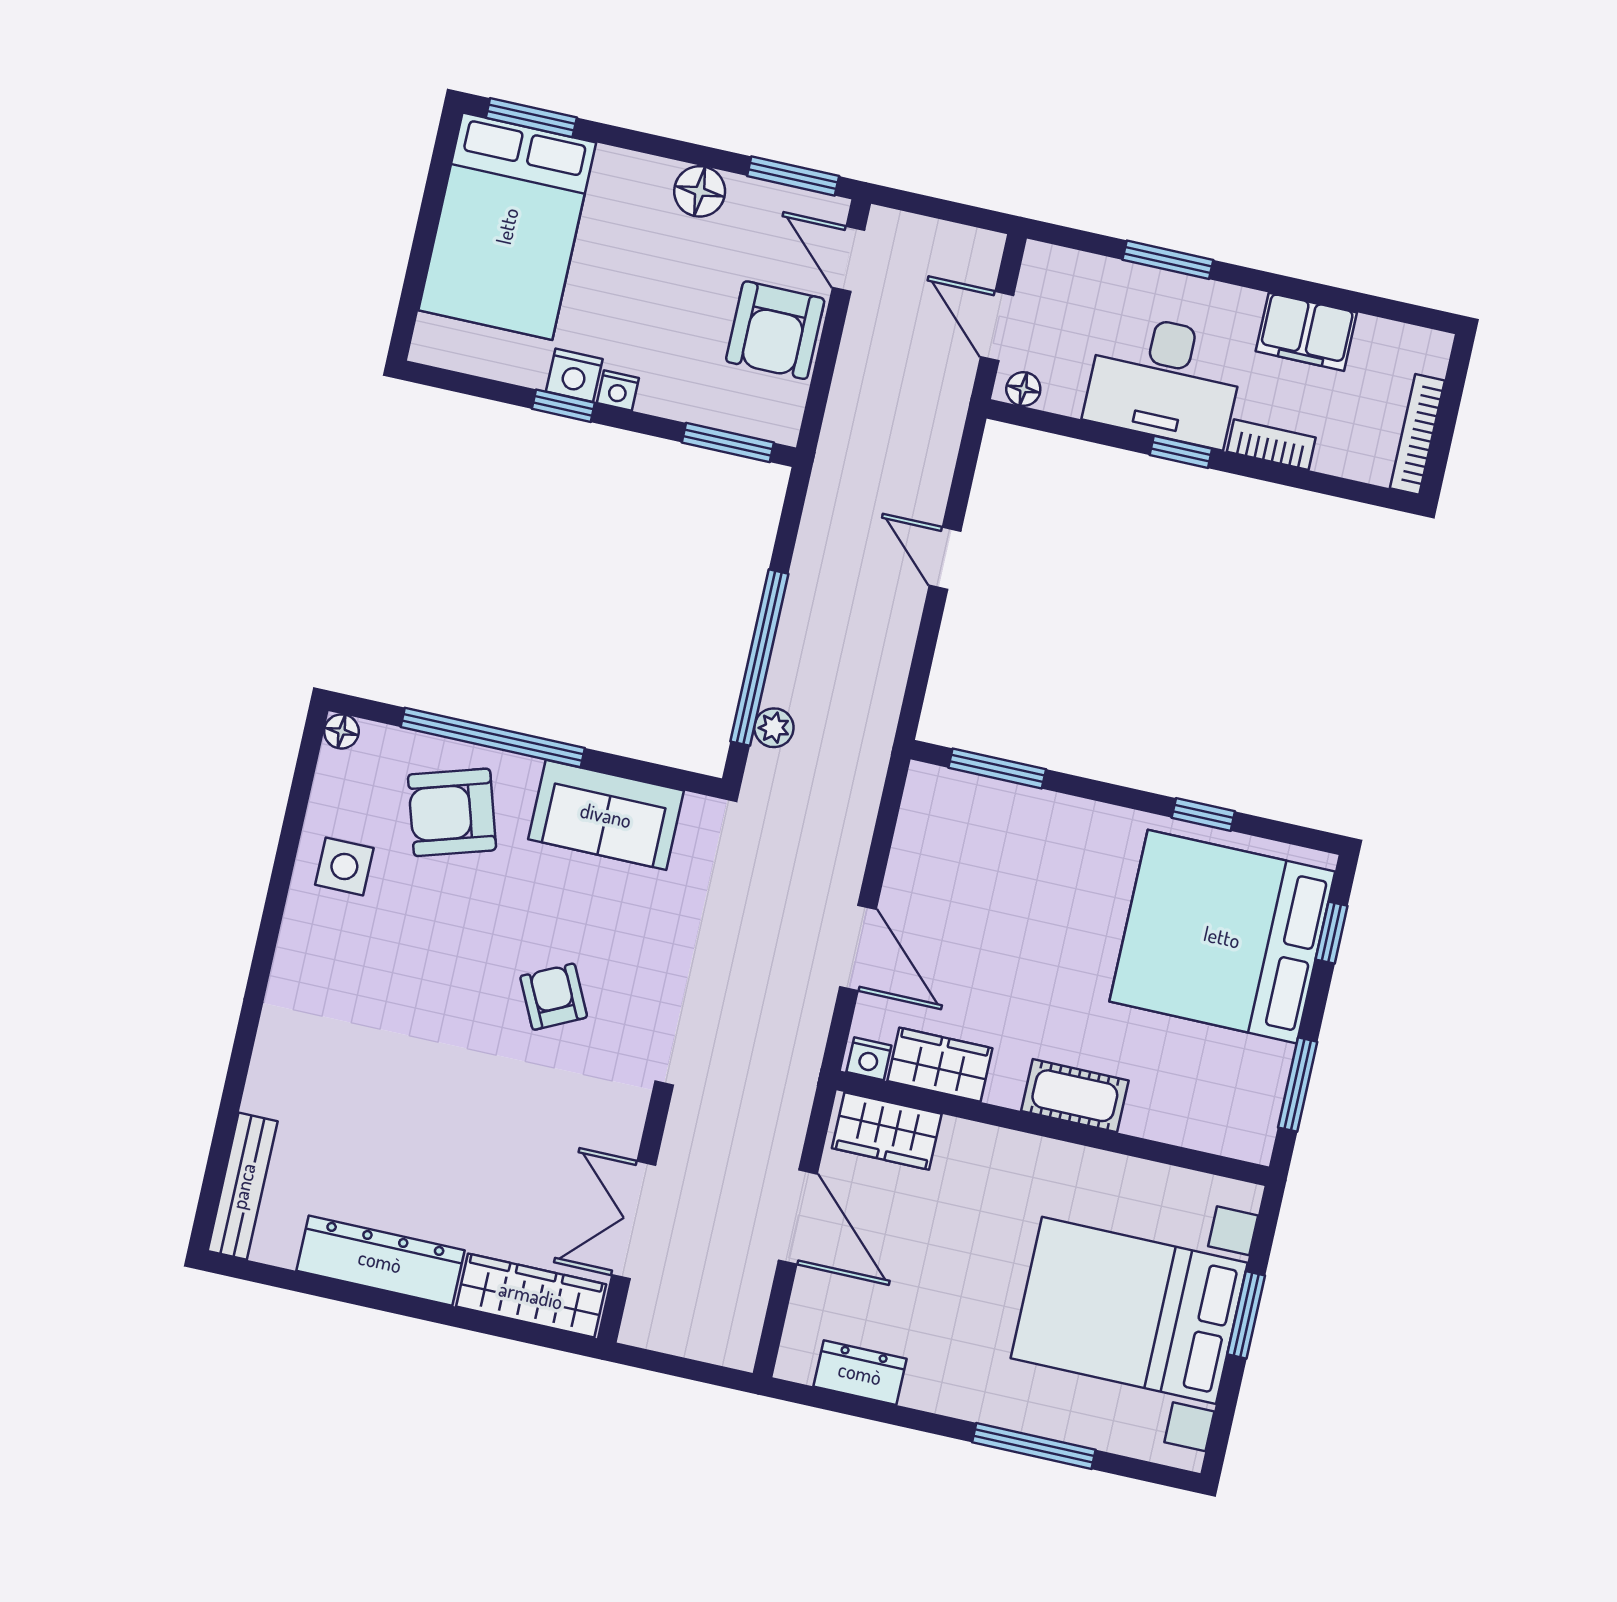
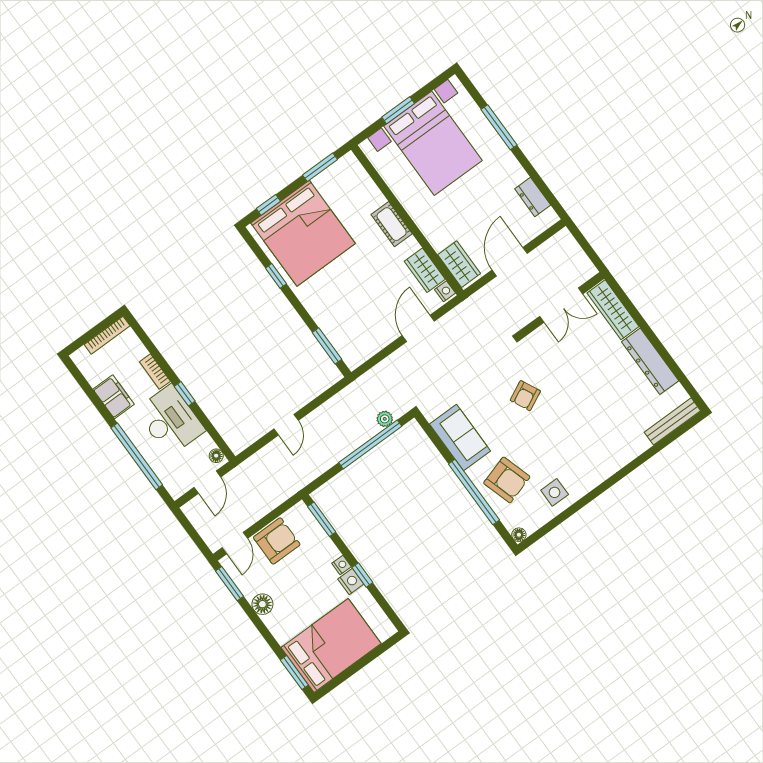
window: (1168, 260) -> (137, 456), width x2.11

